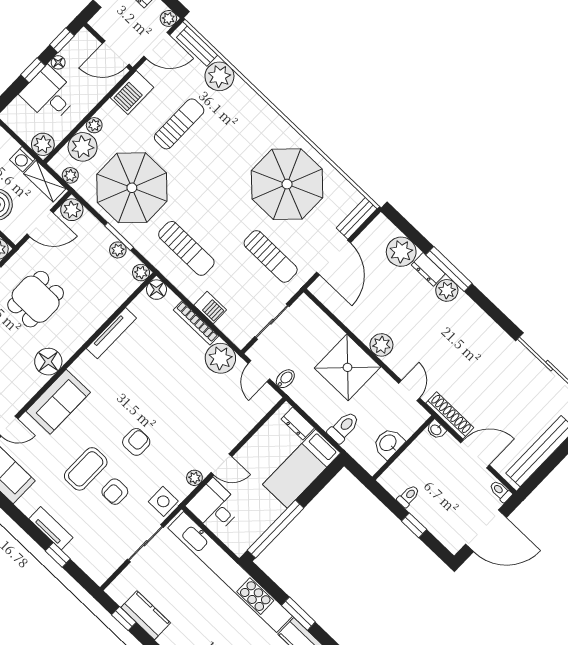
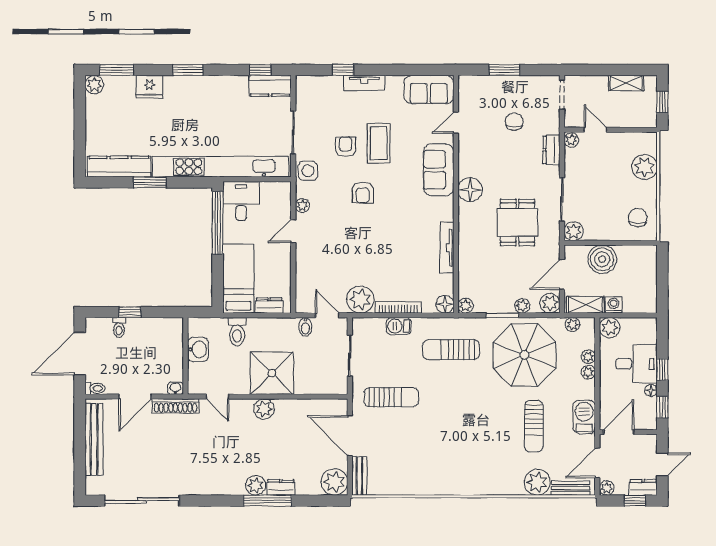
plant: (83, 147) -> (588, 357), width x0.53, depth x0.53
parasol: (287, 184) -> (426, 455), removed
plant: (118, 250) -> (522, 306), moved
plant: (401, 252) -> (334, 482), moved
sun lounger: (271, 256) -> (391, 397), turned 180
toilet: (408, 496) -> (119, 327), moved
desk: (214, 506) -> (241, 201), moved, turned -90
kitchen counter: (146, 615) -> (270, 86), moved

